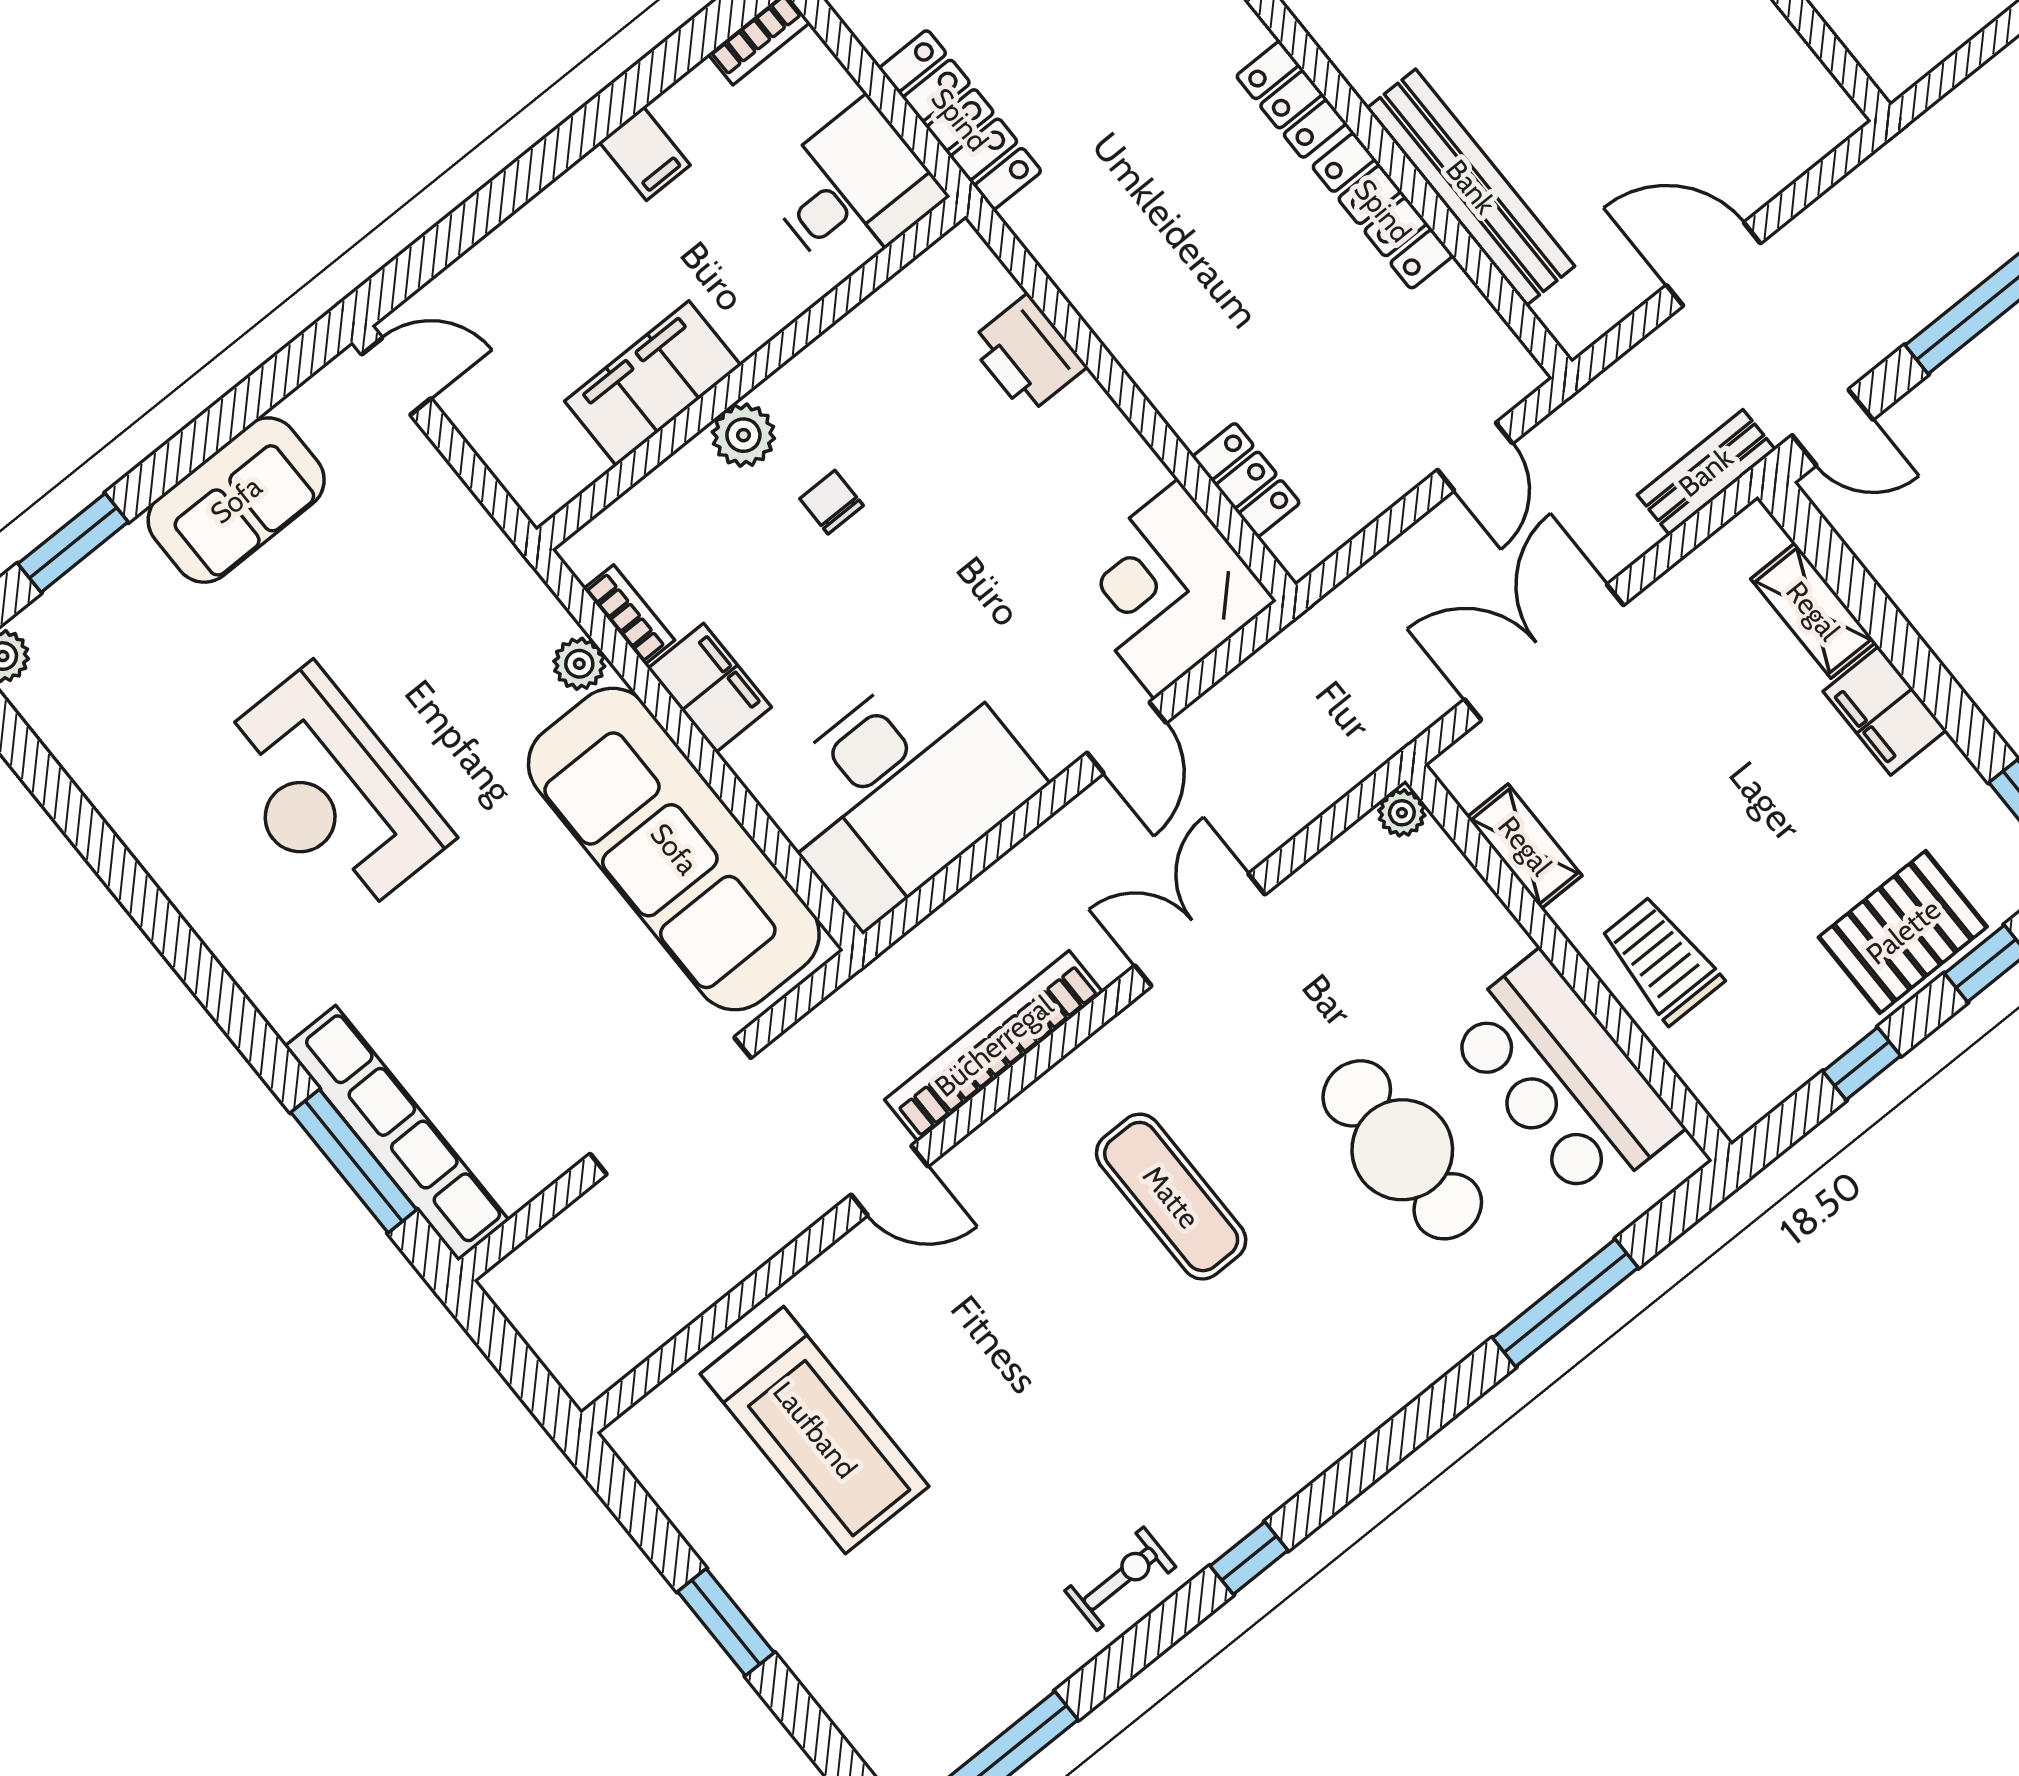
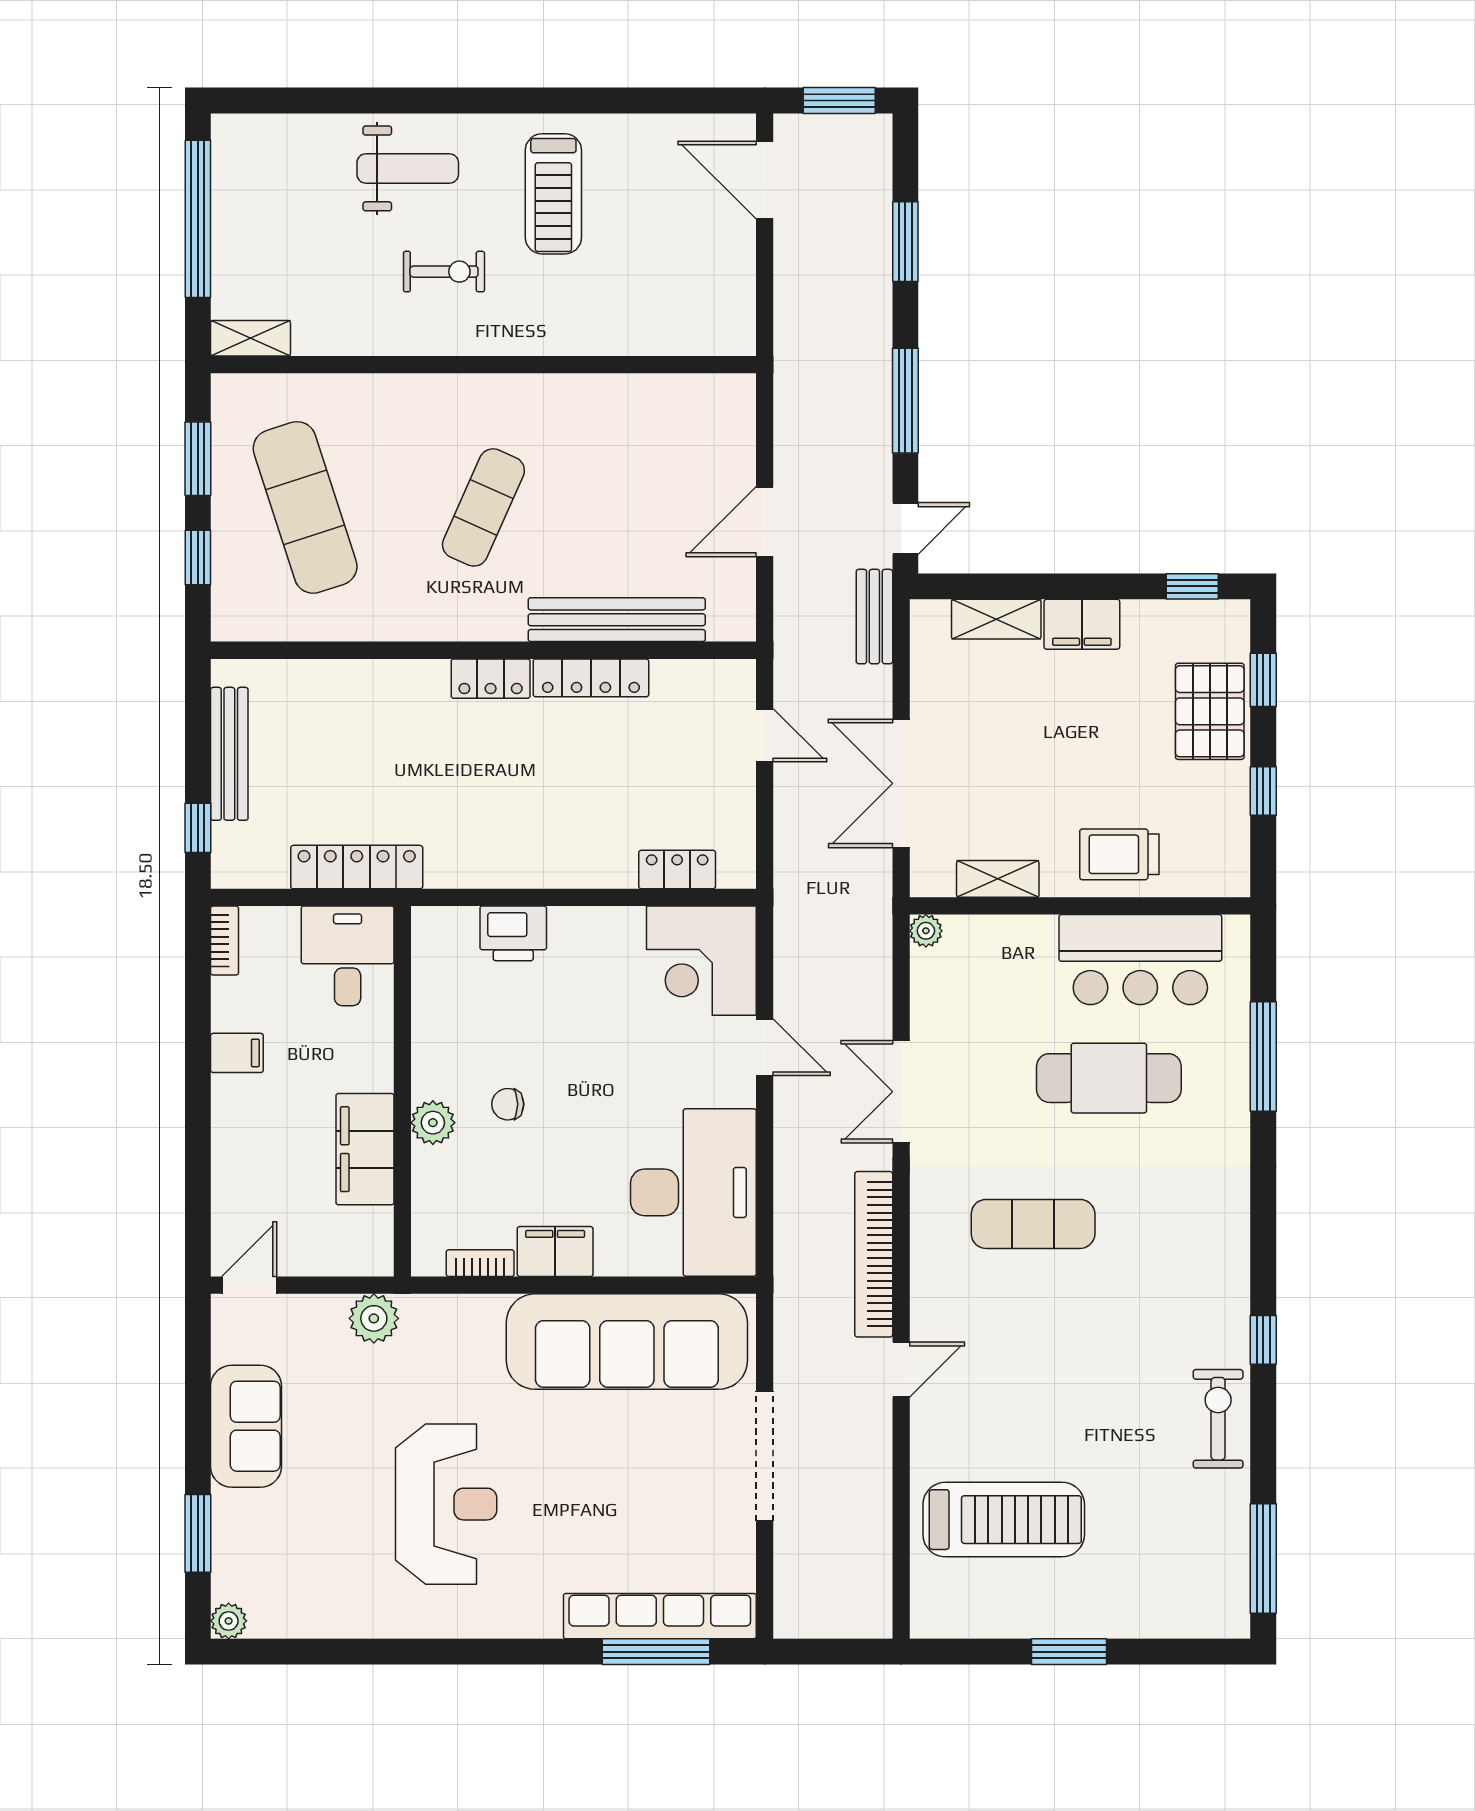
plant: (579, 664) -> (374, 1318), moved, width x1.38, depth x1.38
reception desk: (329, 793) -> (446, 1504), turned -90
exercise bike: (1120, 1579) -> (1218, 1419), width x1.38, depth x1.39

